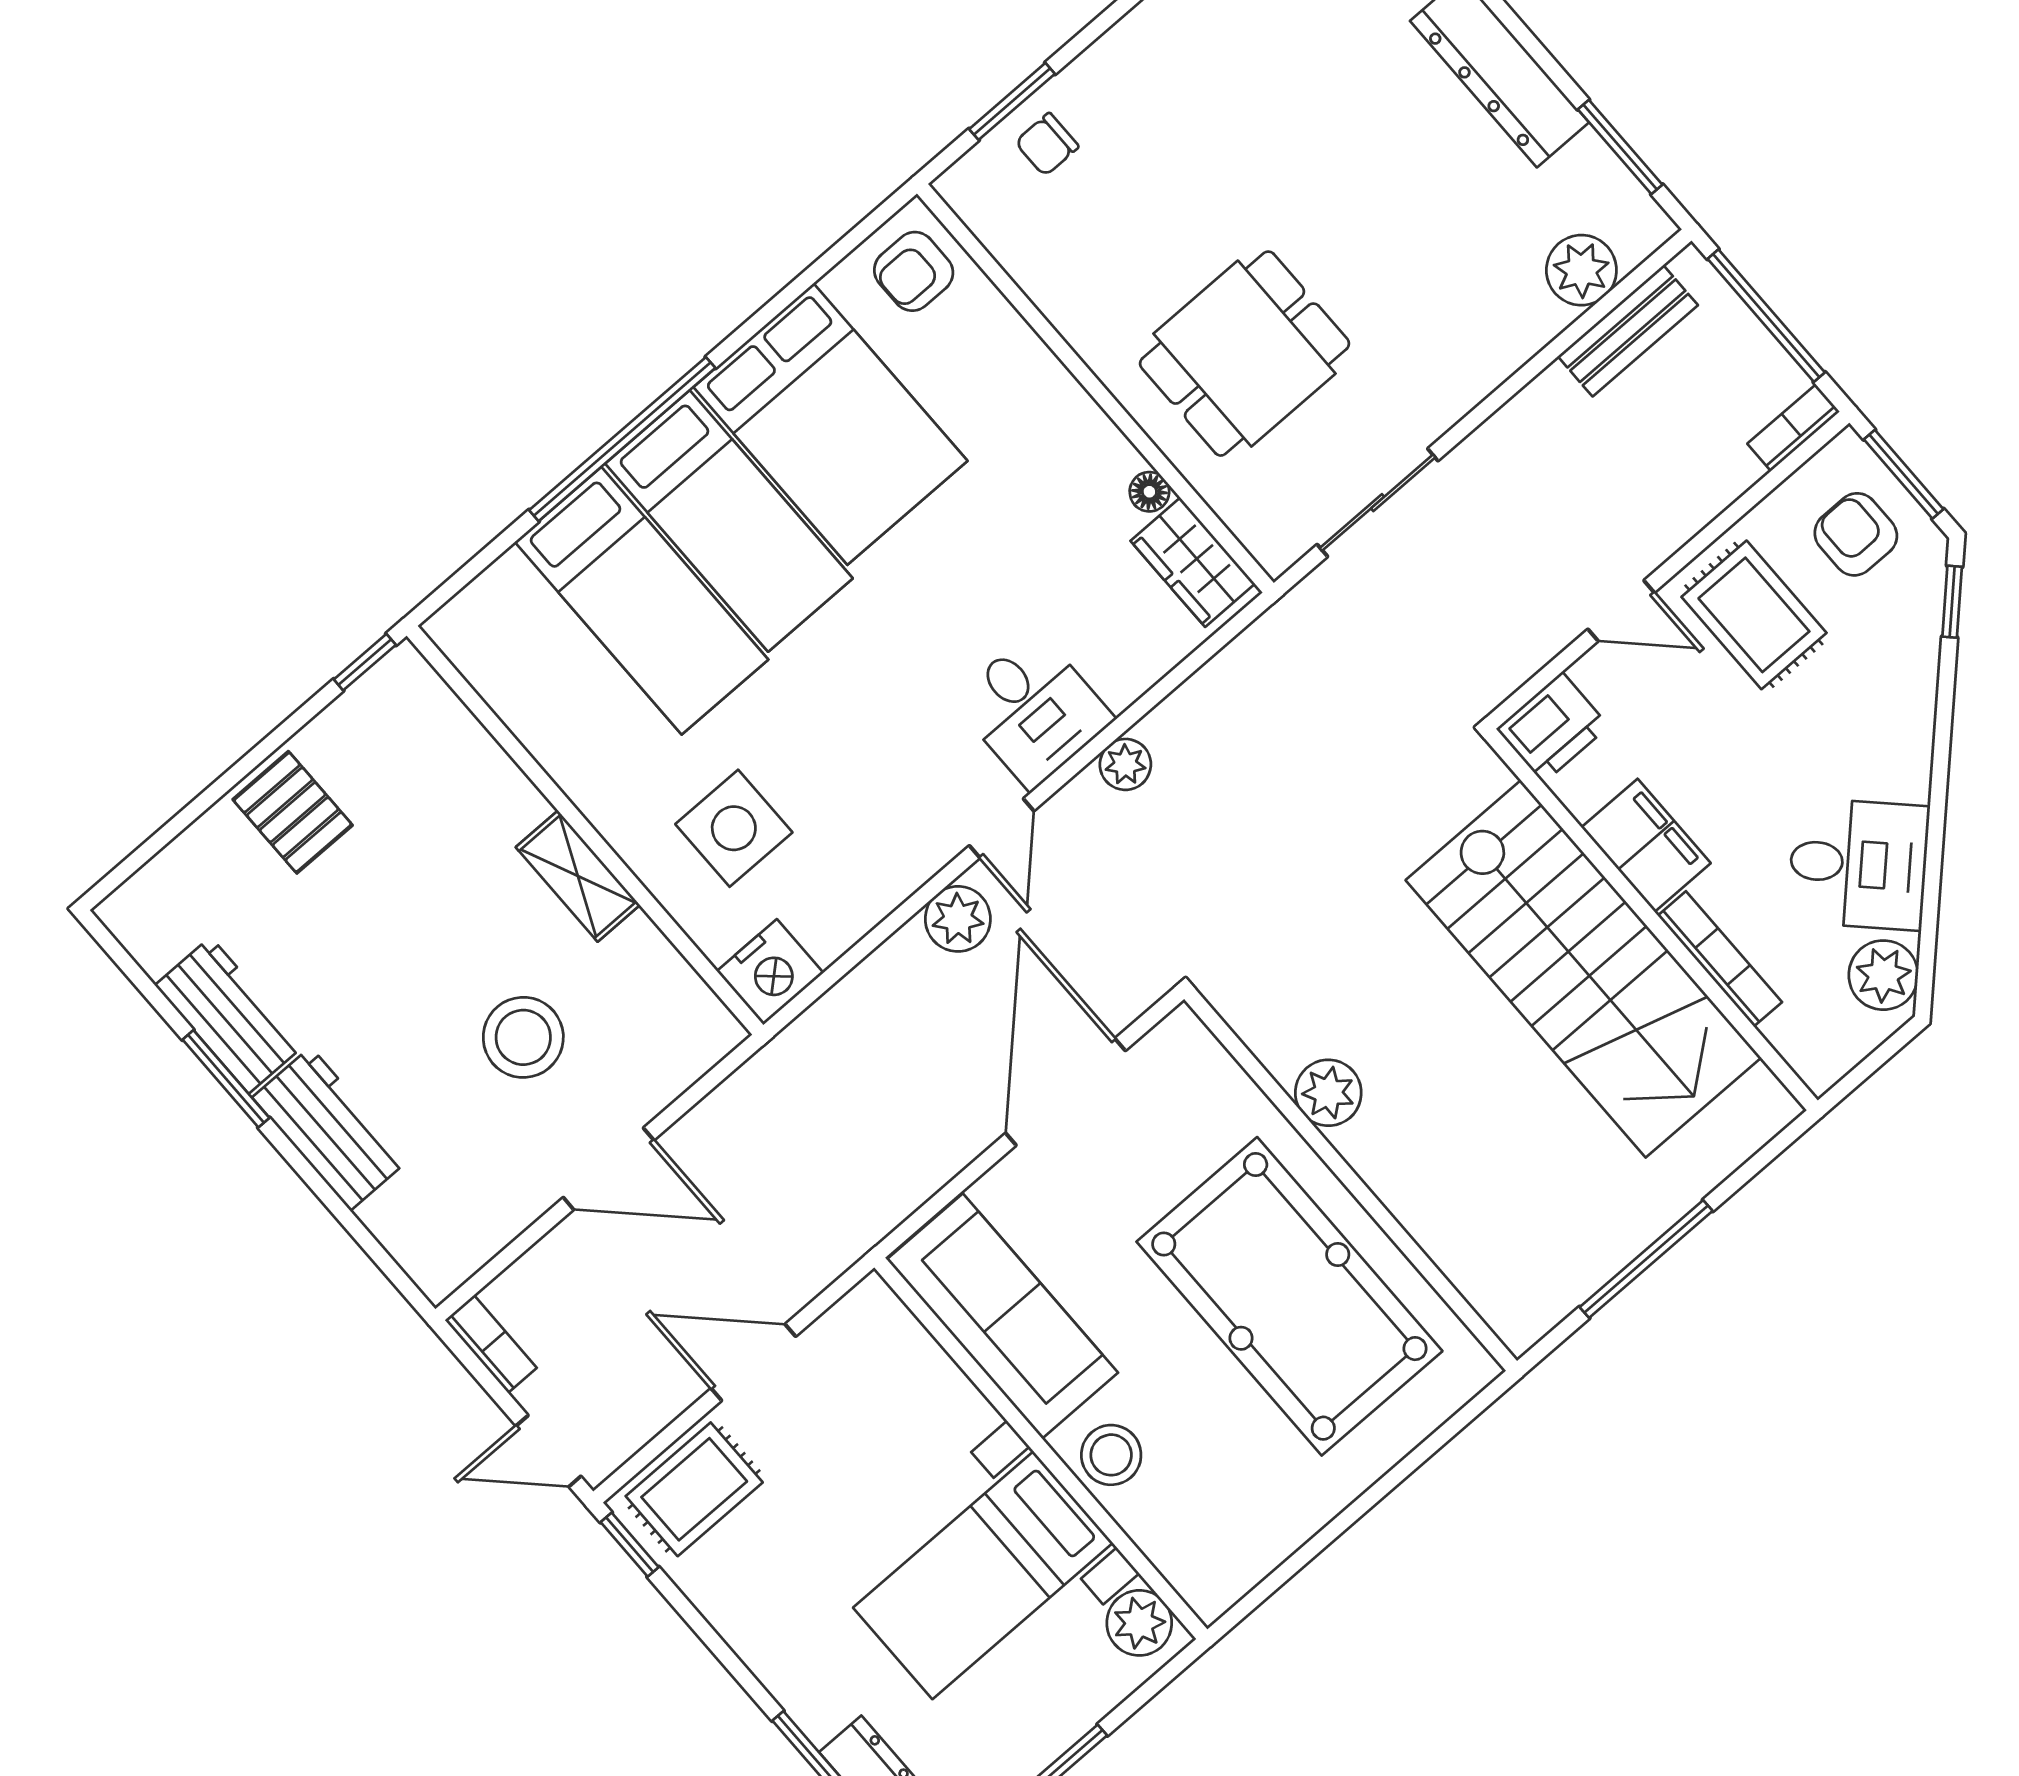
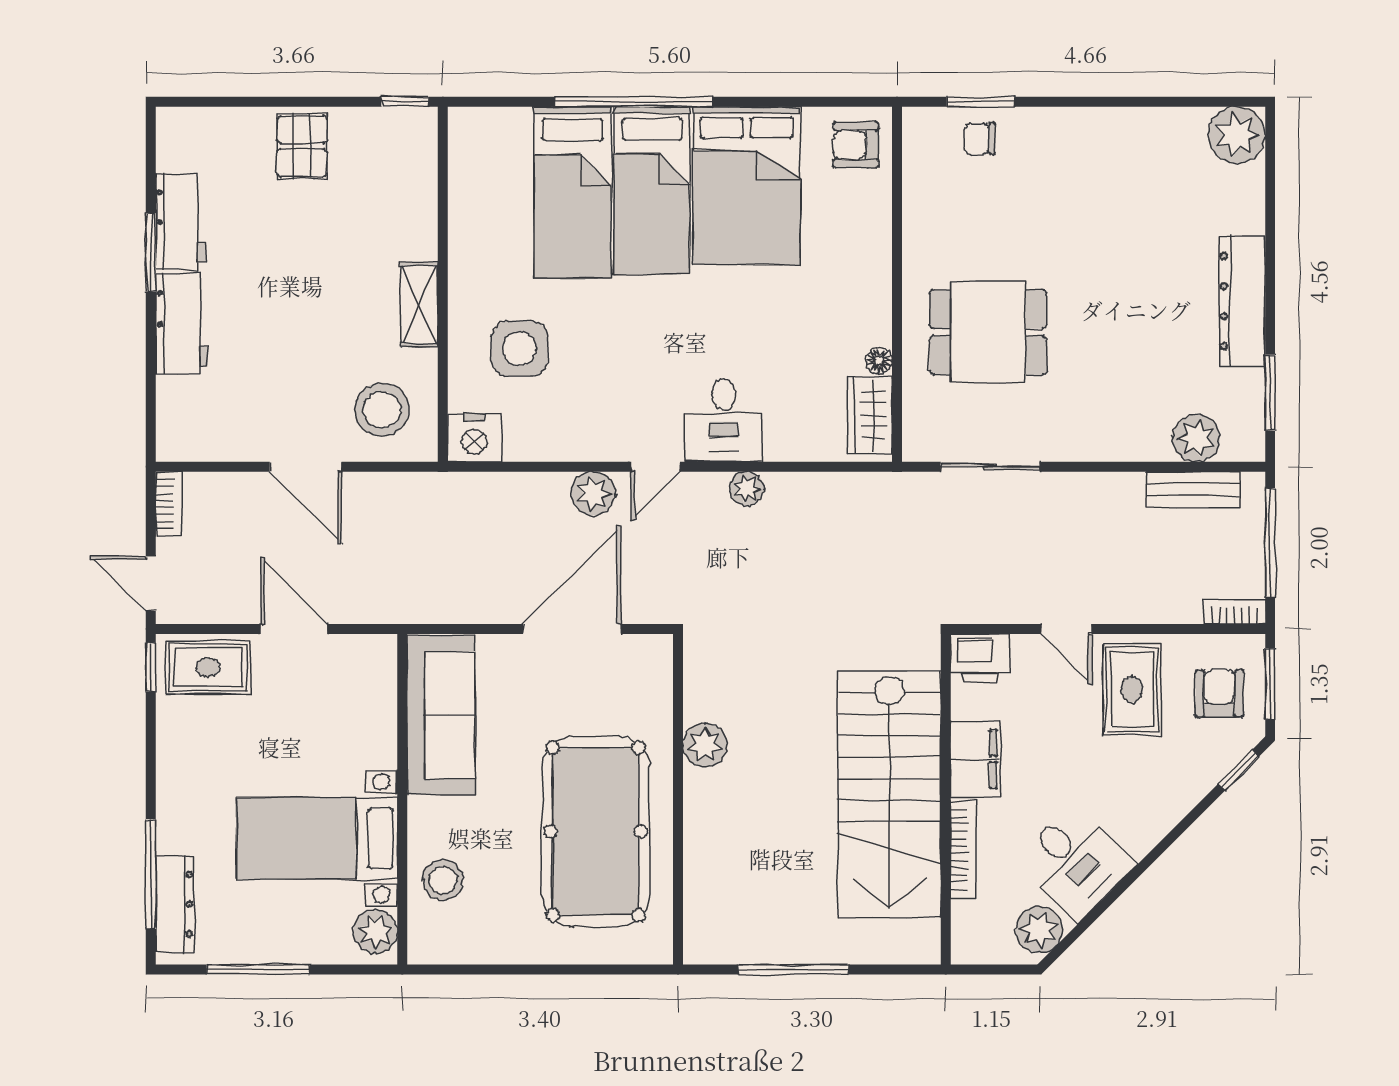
stool: (523, 1037) -> (382, 410), moved
stool: (1111, 1455) -> (443, 880), moved

